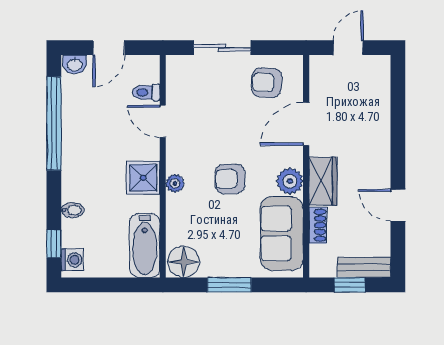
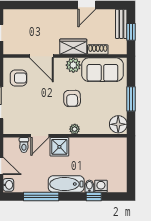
armchair: (267, 83) -> (18, 78), turned -95
window: (54, 123) -> (41, 196), width x0.68
shower: (143, 178) -> (59, 147), moved
window: (54, 244) -> (94, 196), moved
bathtub: (145, 246) -> (66, 184), moved, turned 180
washing machine: (72, 260) -> (101, 186), moved

